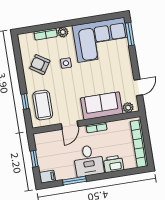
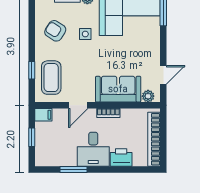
filing cabinet: (47, 177) -> (43, 115), moved

